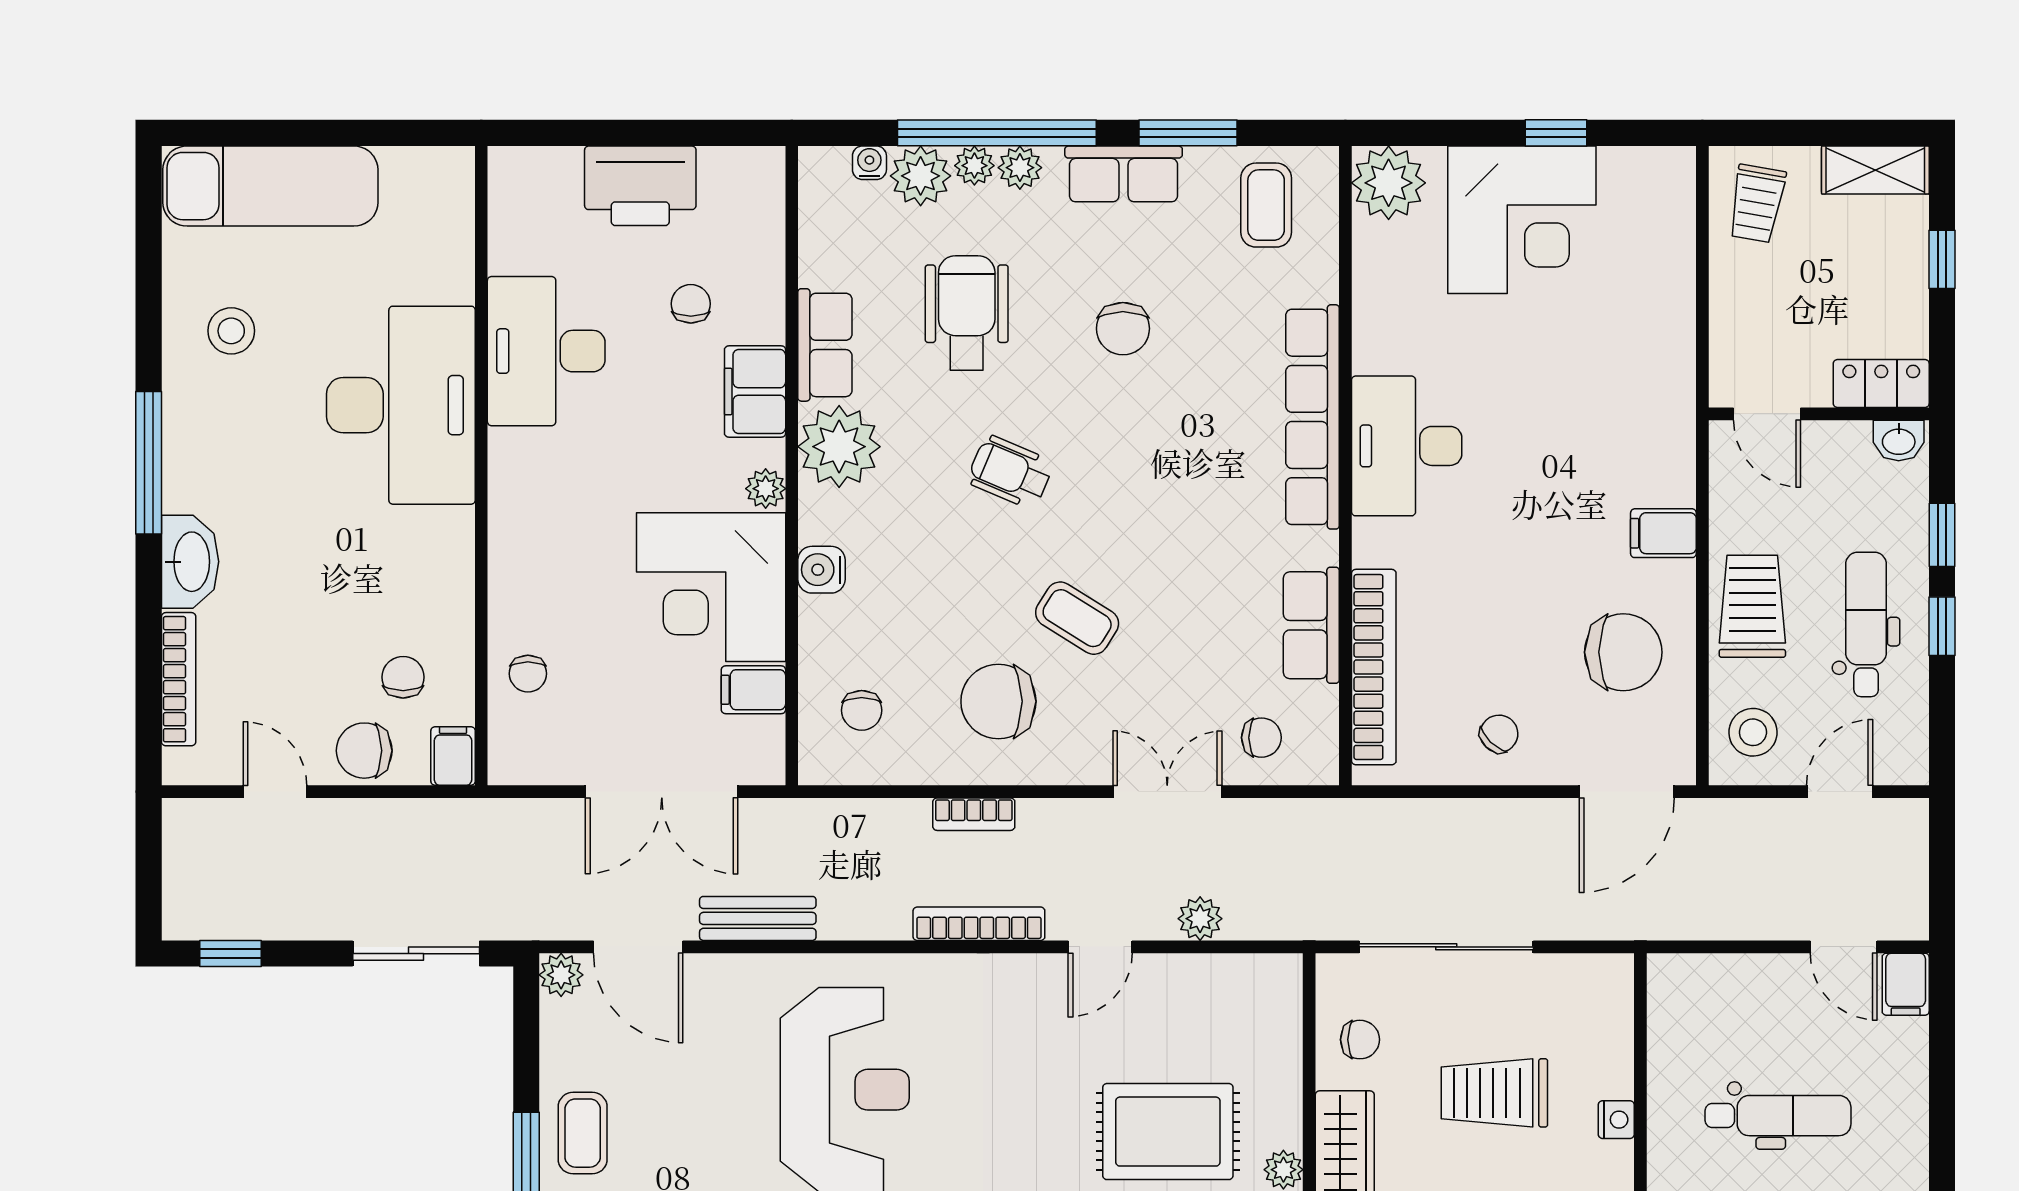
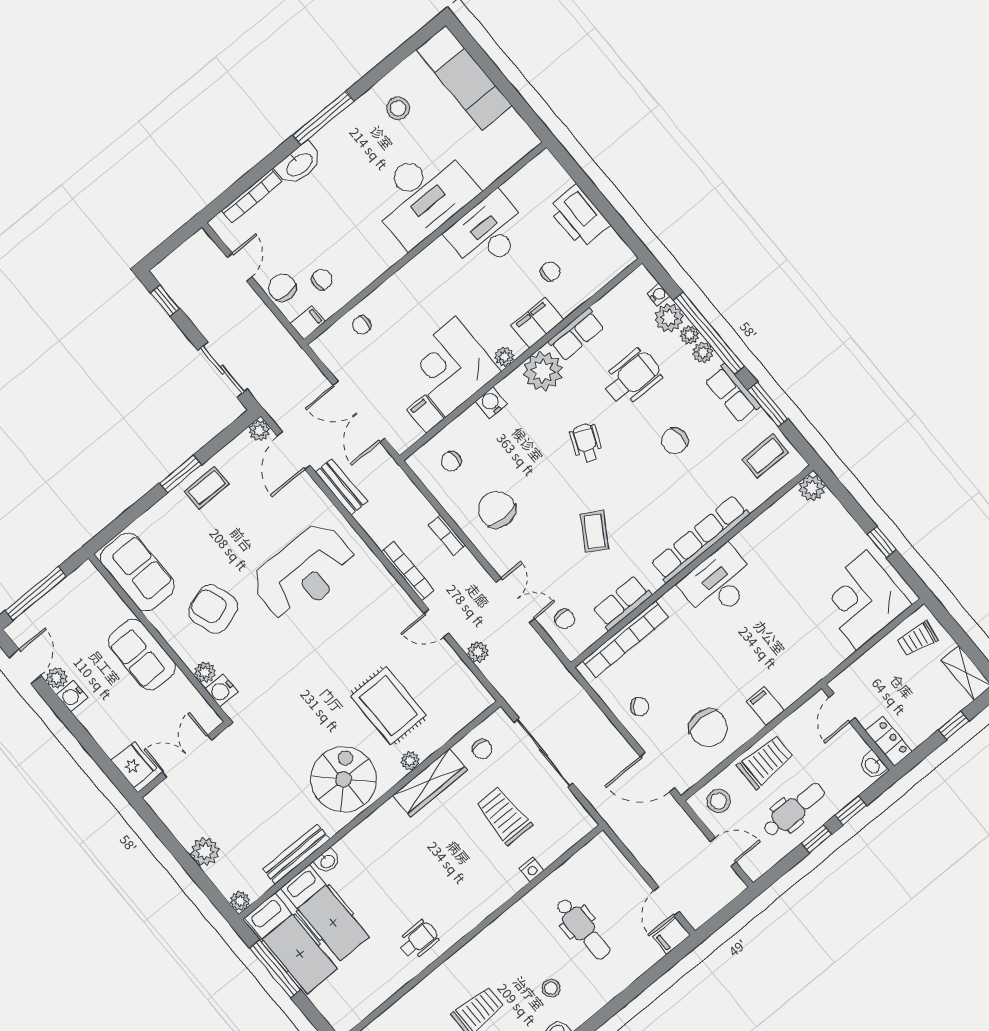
plant: (1389, 183) -> (812, 488), width x0.73, depth x0.73
corner desk: (1522, 220) -> (862, 600), moved, turned 90
coffee table: (1077, 618) -> (594, 531), moved

